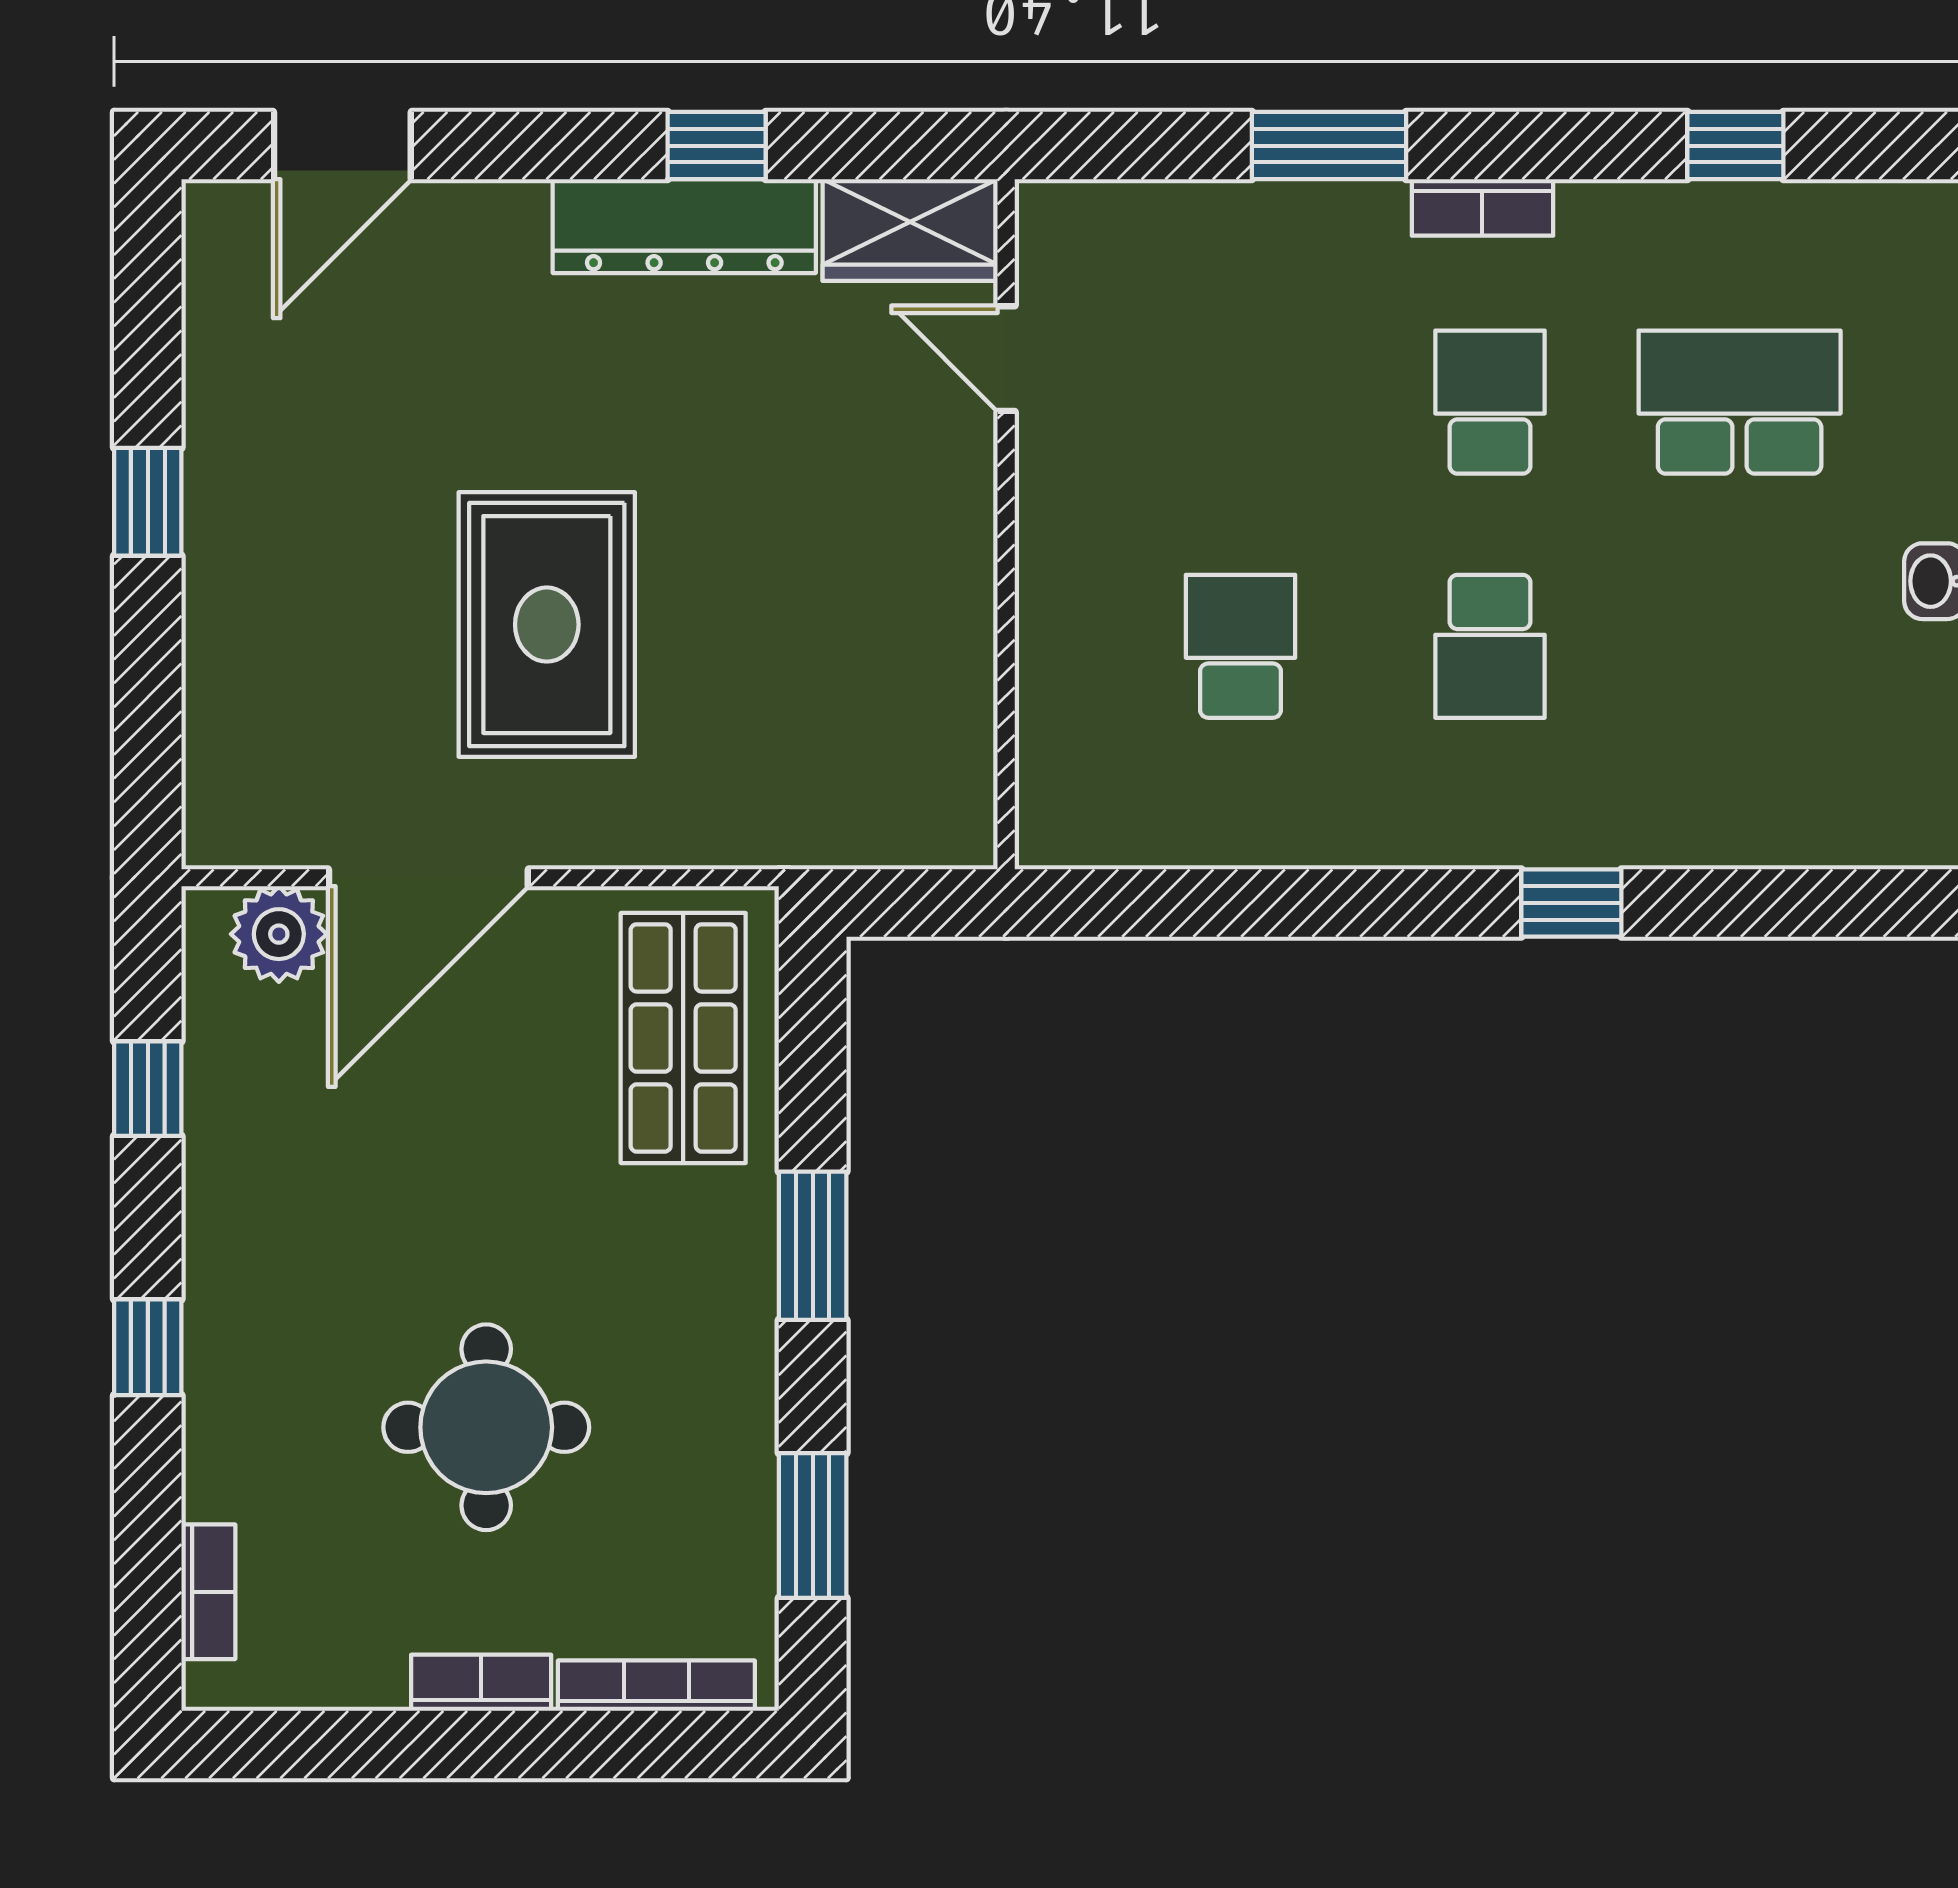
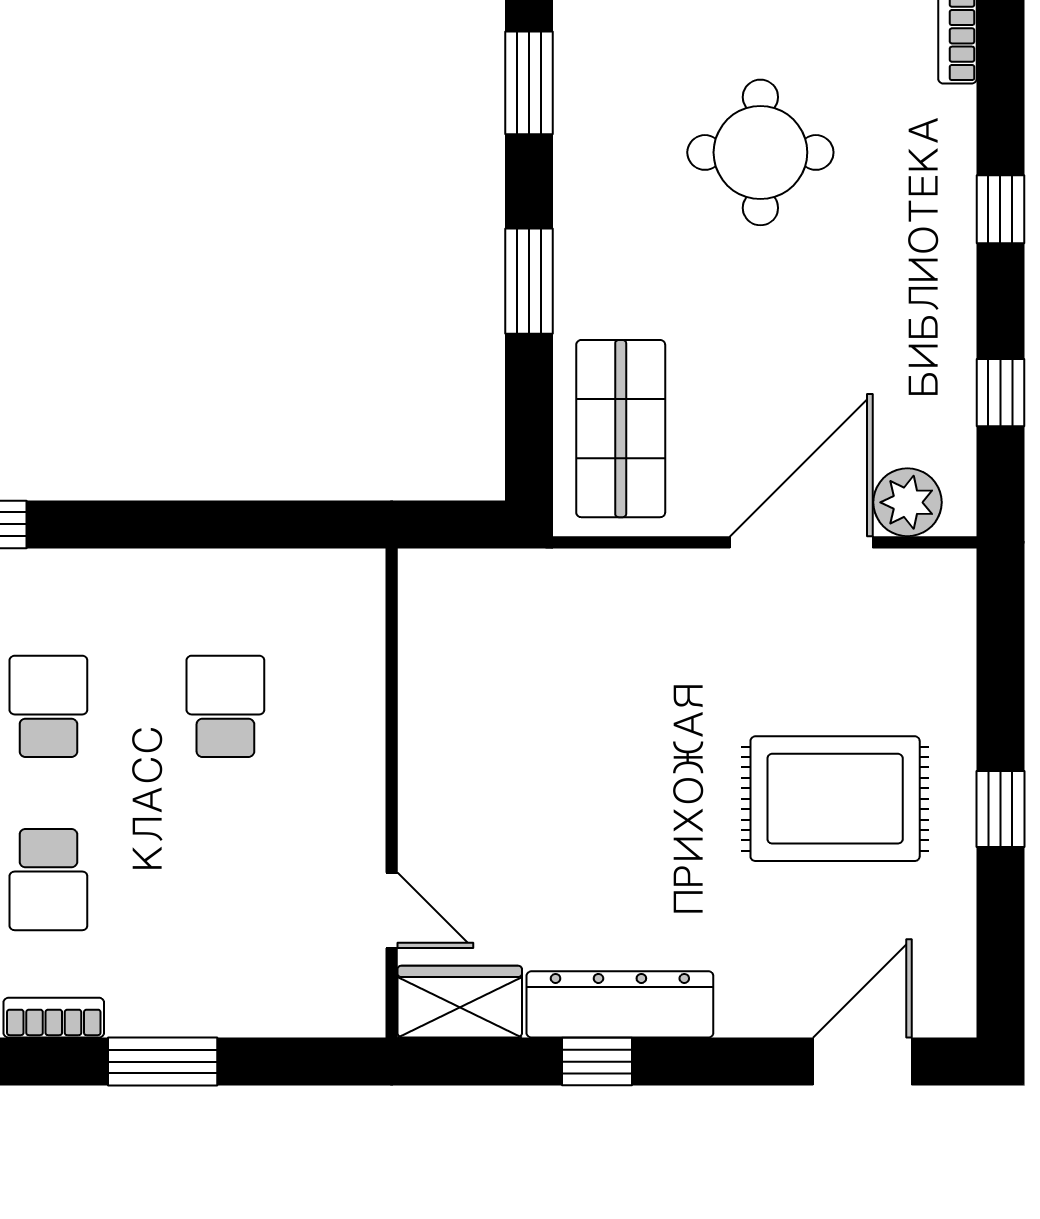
rug: (547, 625) -> (835, 799), moved, turned 90
school desk: (1241, 646) -> (225, 706), turned 180

